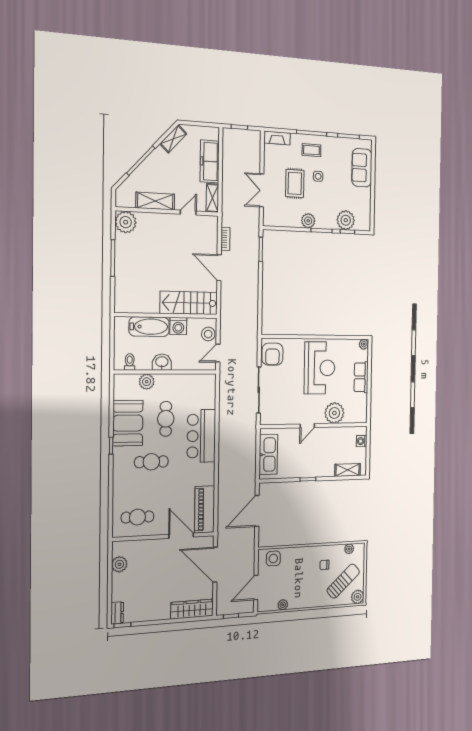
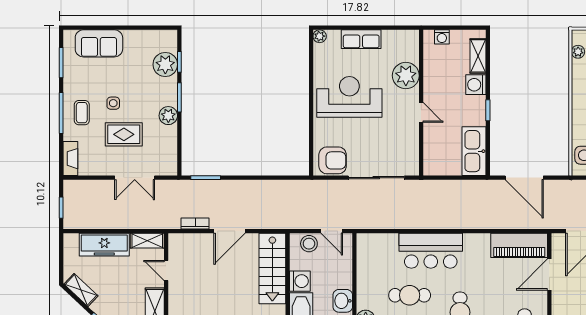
kitchen sink: (268, 455) -> (474, 151), moved, turned -90
washing machine: (327, 469) -> (476, 85), added

